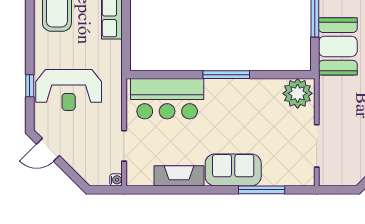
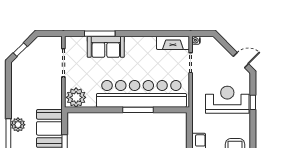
window: (226, 75) -> (138, 110), moved
bar counter: (167, 99) -> (141, 94), width x1.86
sofa: (233, 170) -> (106, 47), moved
fireplace: (179, 176) -> (173, 43), moved

